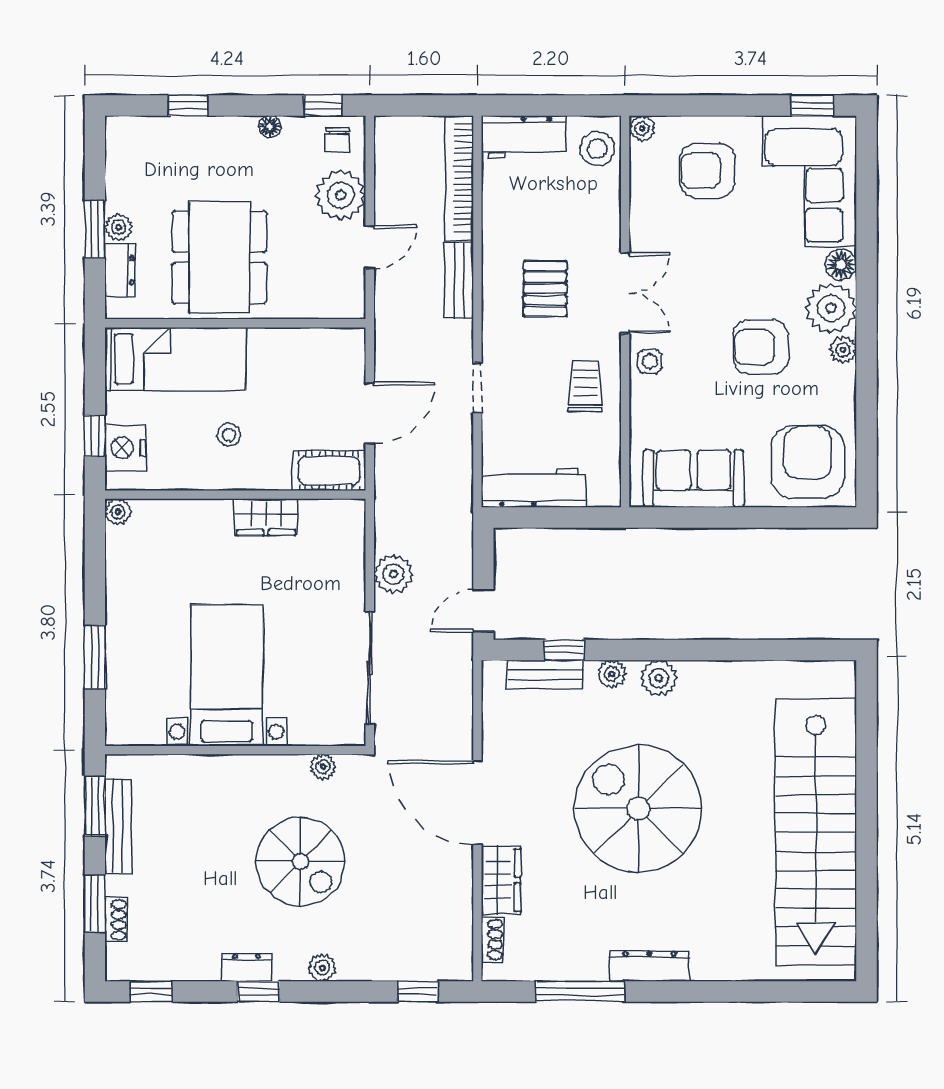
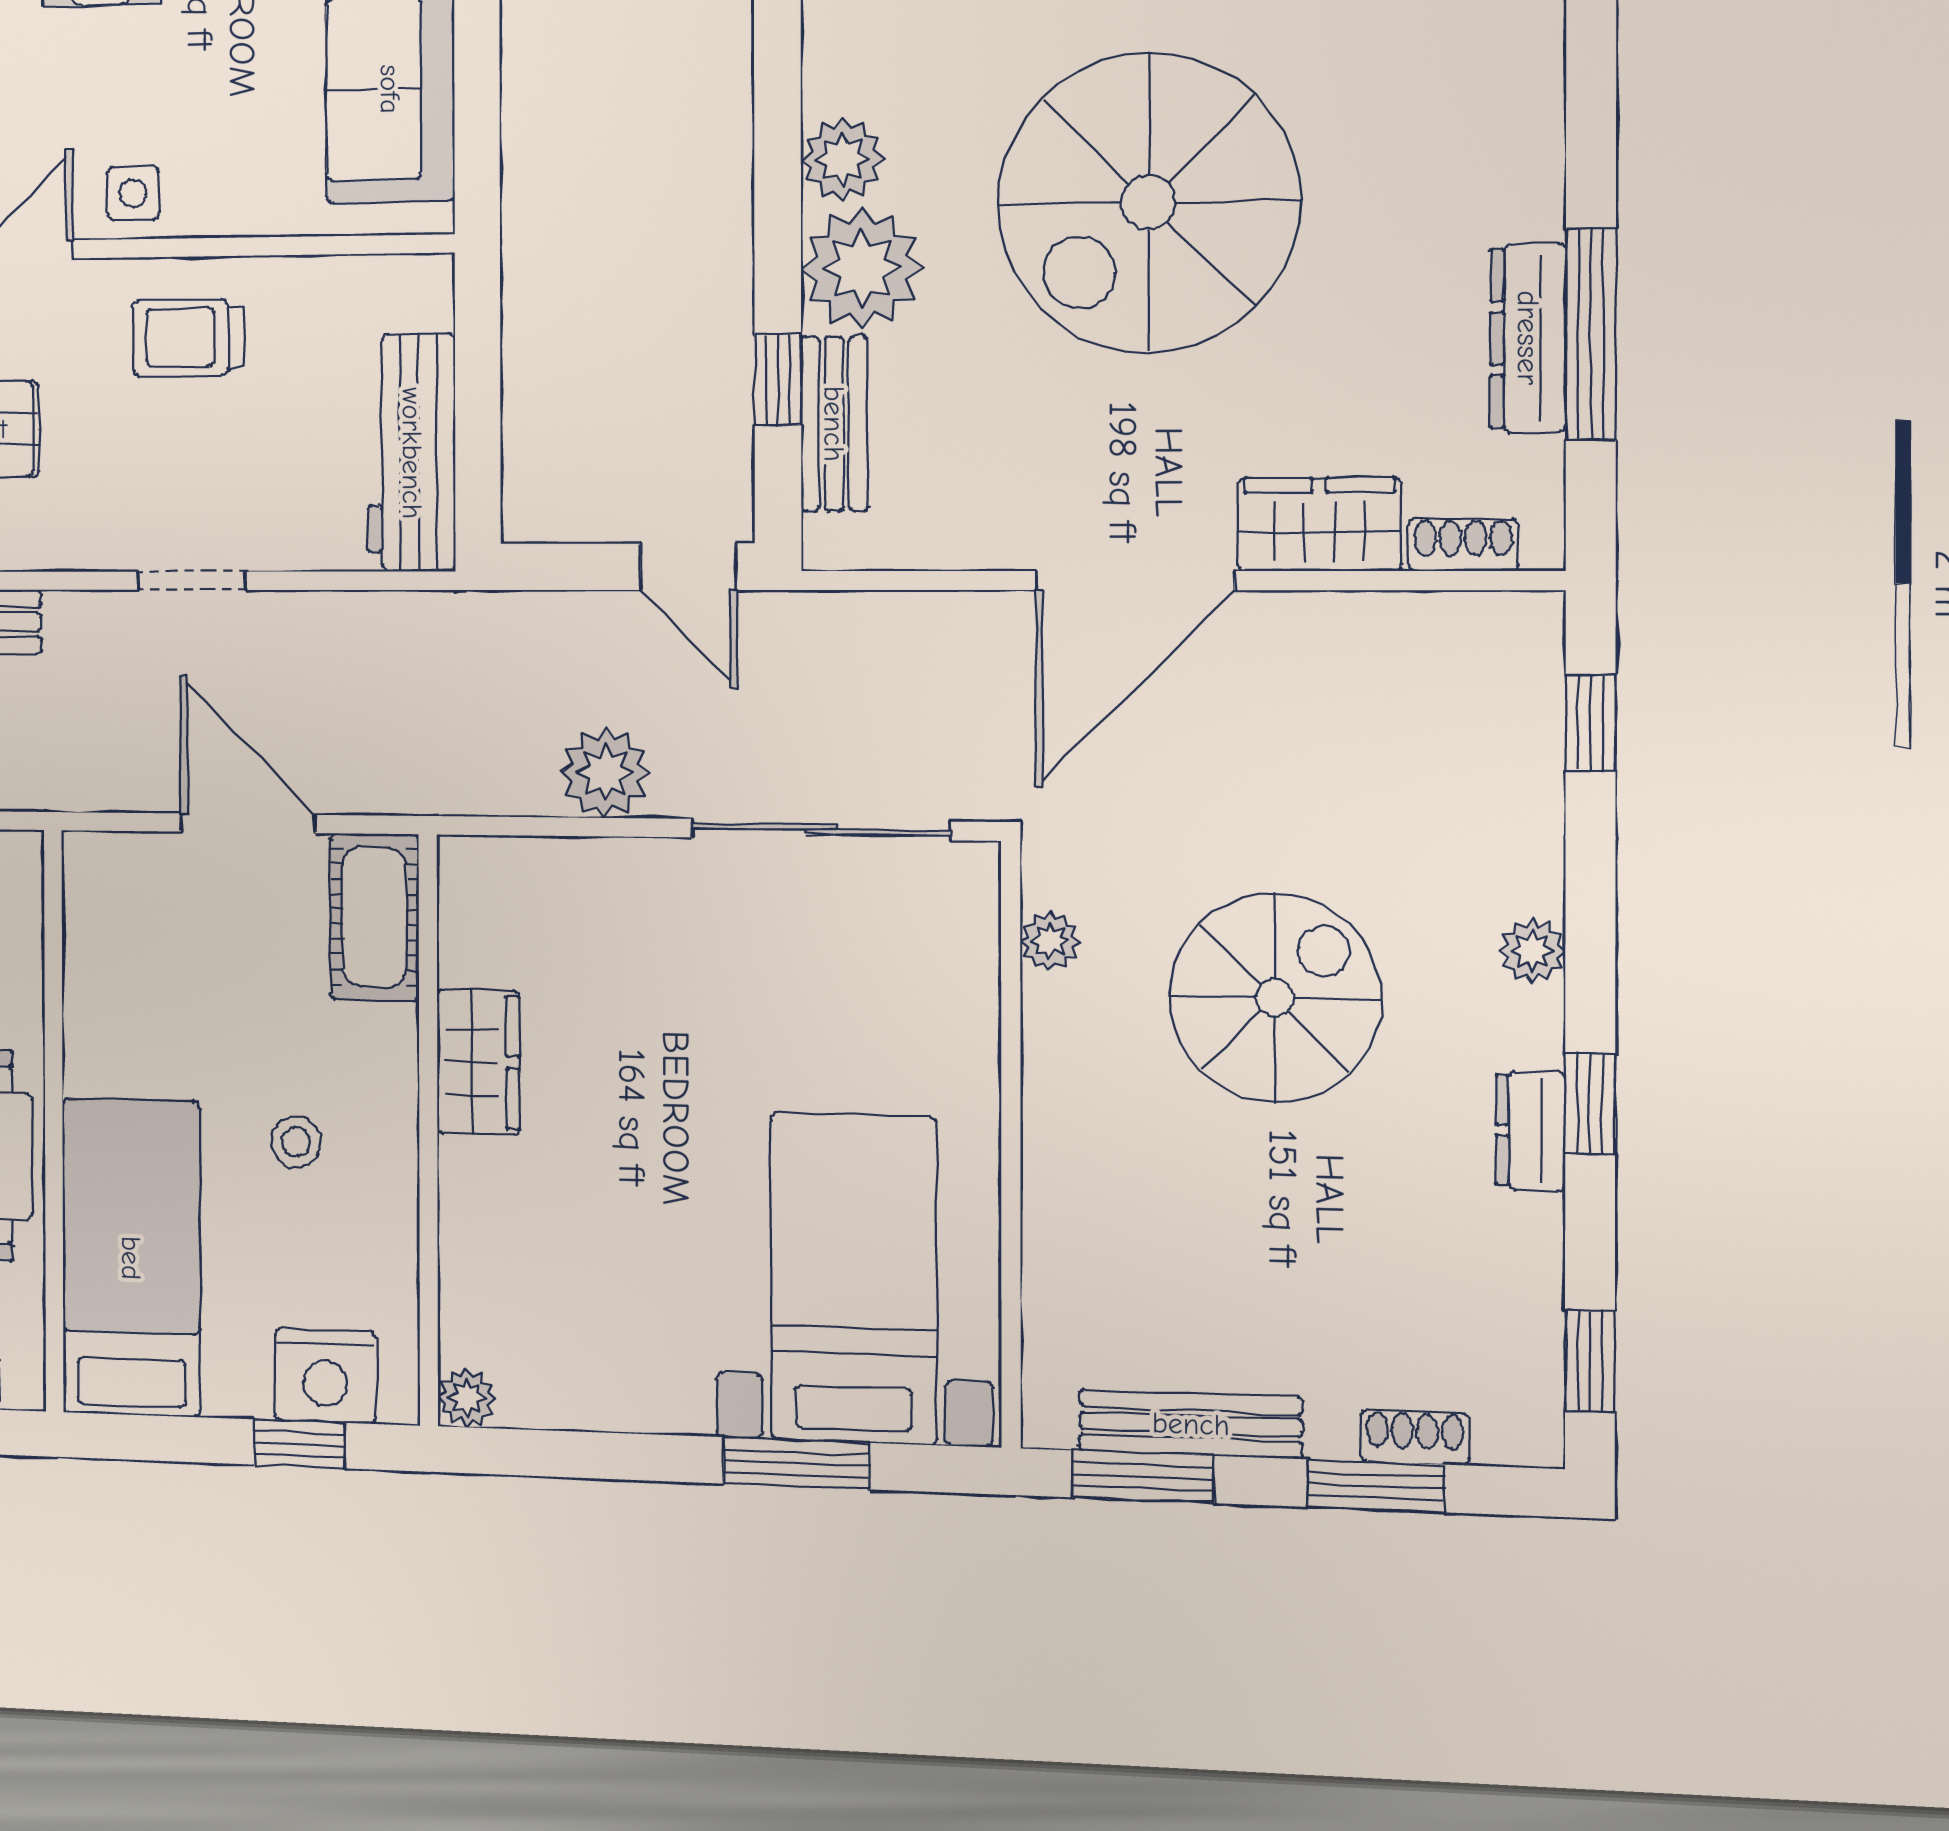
plant: (612, 674) -> (862, 268), width x1.88, depth x1.88
bed with nightstands: (227, 675) -> (854, 1279), moved, turned 90
dresser: (649, 966) -> (1528, 338), moved

